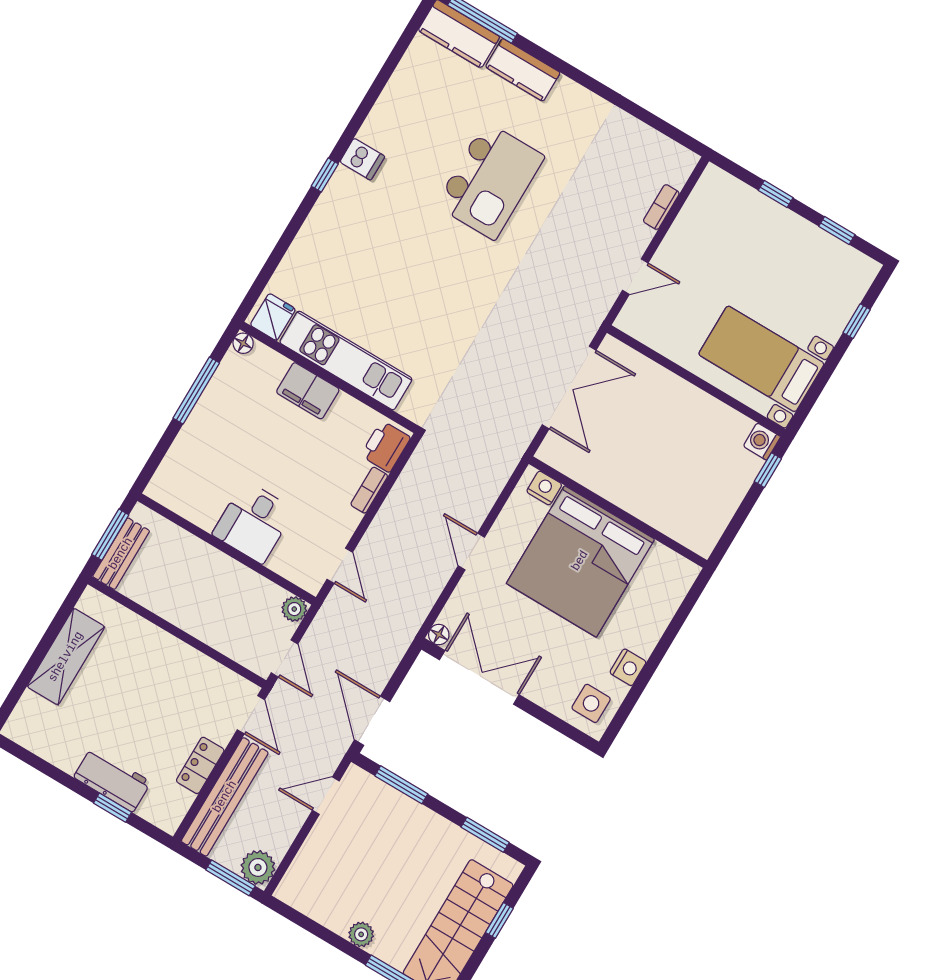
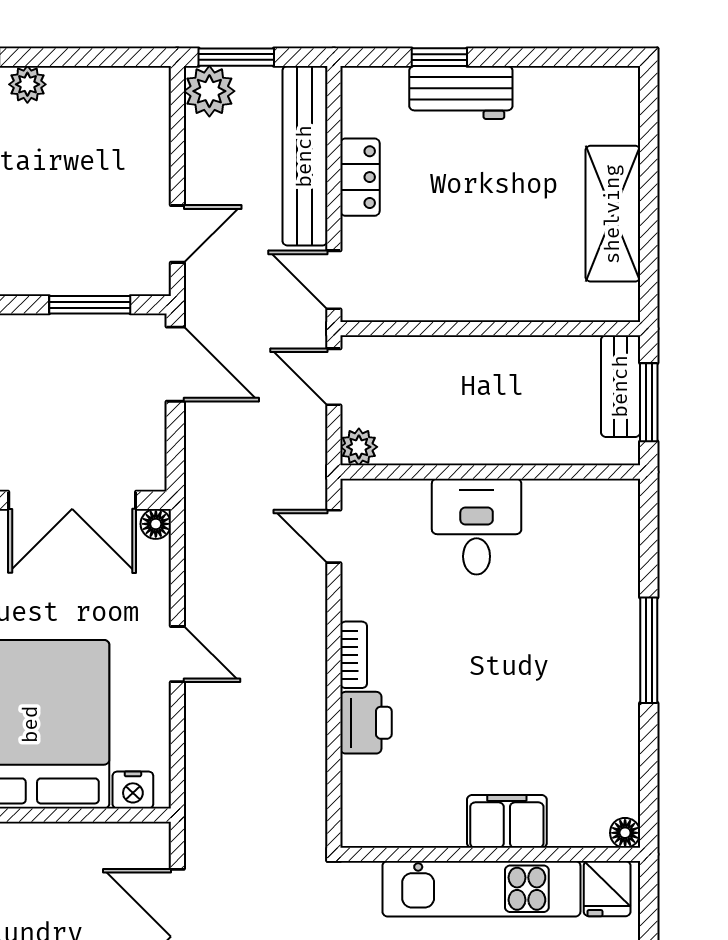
fridge: (273, 317) -> (607, 889), moved
floor lamp: (243, 343) -> (625, 833), moved
kitchen unit: (346, 360) -> (481, 889), moved
wall: (329, 377) -> (490, 854), moved
filing cabinet: (308, 391) -> (507, 821), moved

